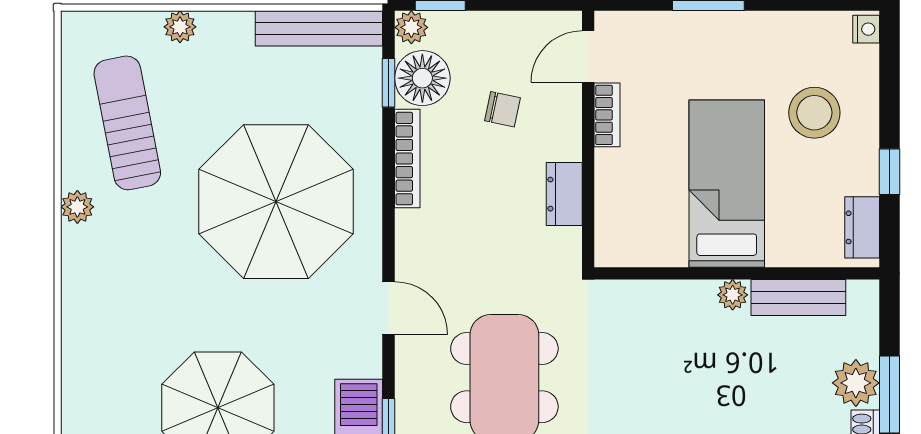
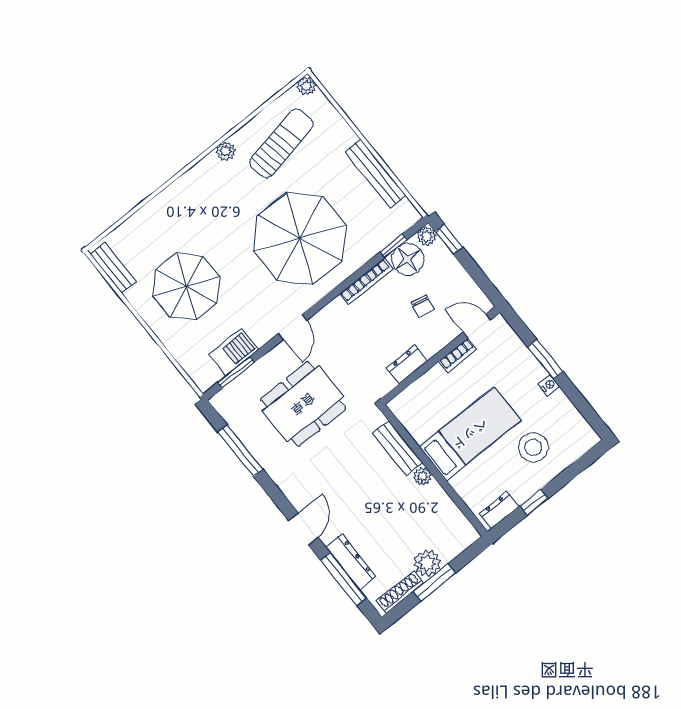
plant: (180, 27) -> (306, 86), moved
bench: (319, 28) -> (376, 174), moved
nightstand: (866, 29) -> (549, 385), moved, turned -90
bench: (798, 298) -> (397, 448), moved

